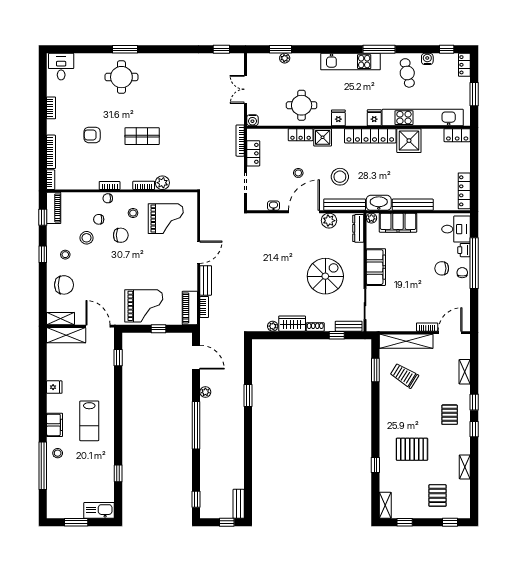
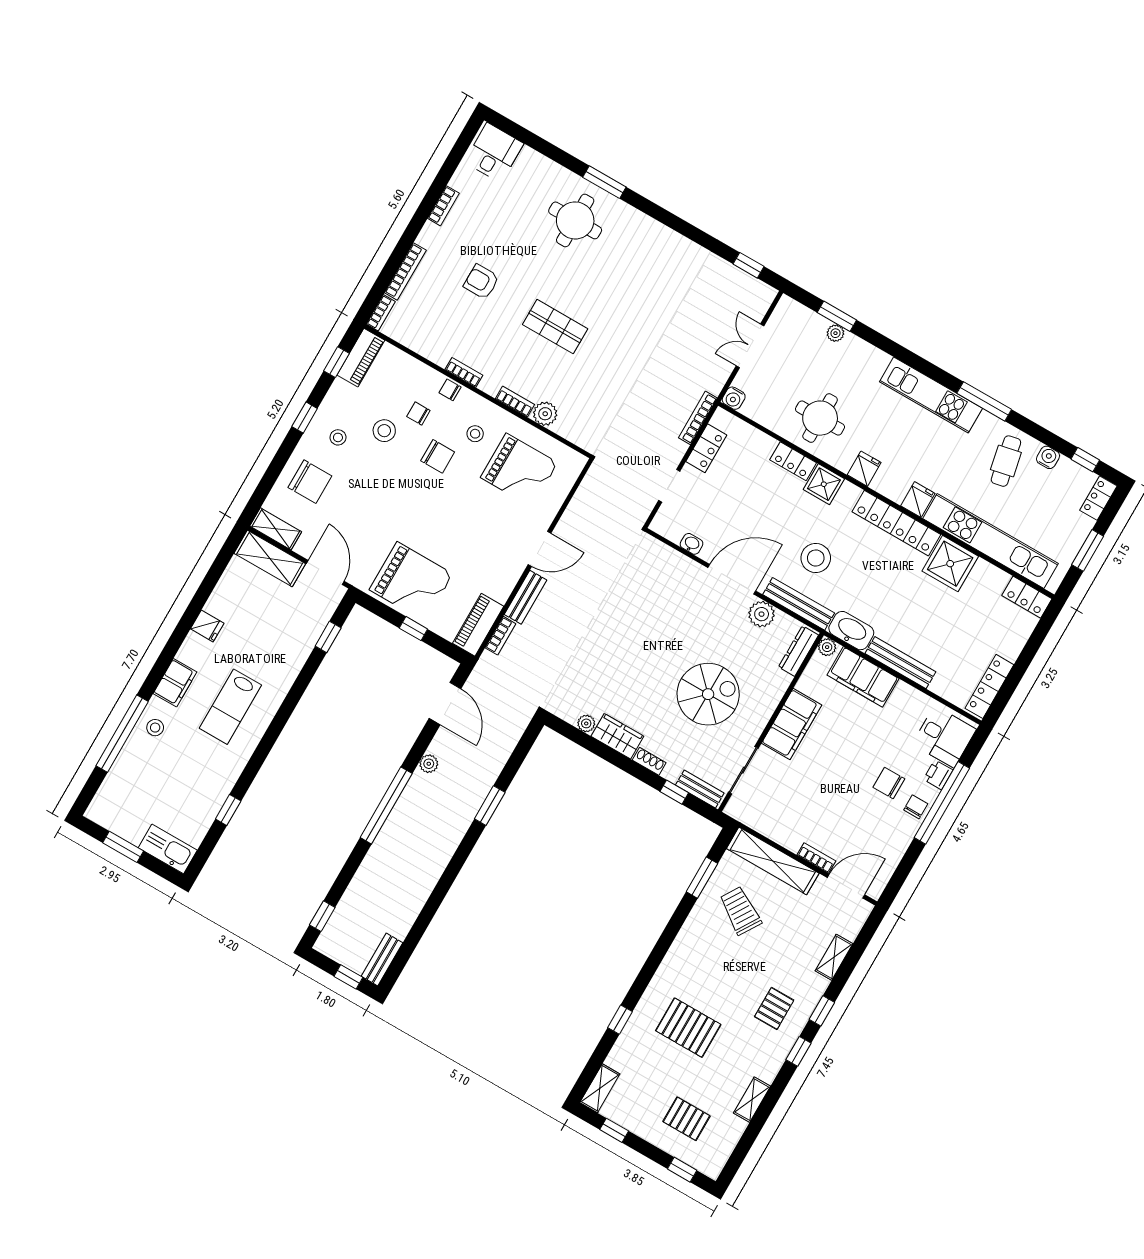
stool: (298, 173) -> (757, 516), removed
pallet: (437, 495) -> (687, 1119), turned 90

